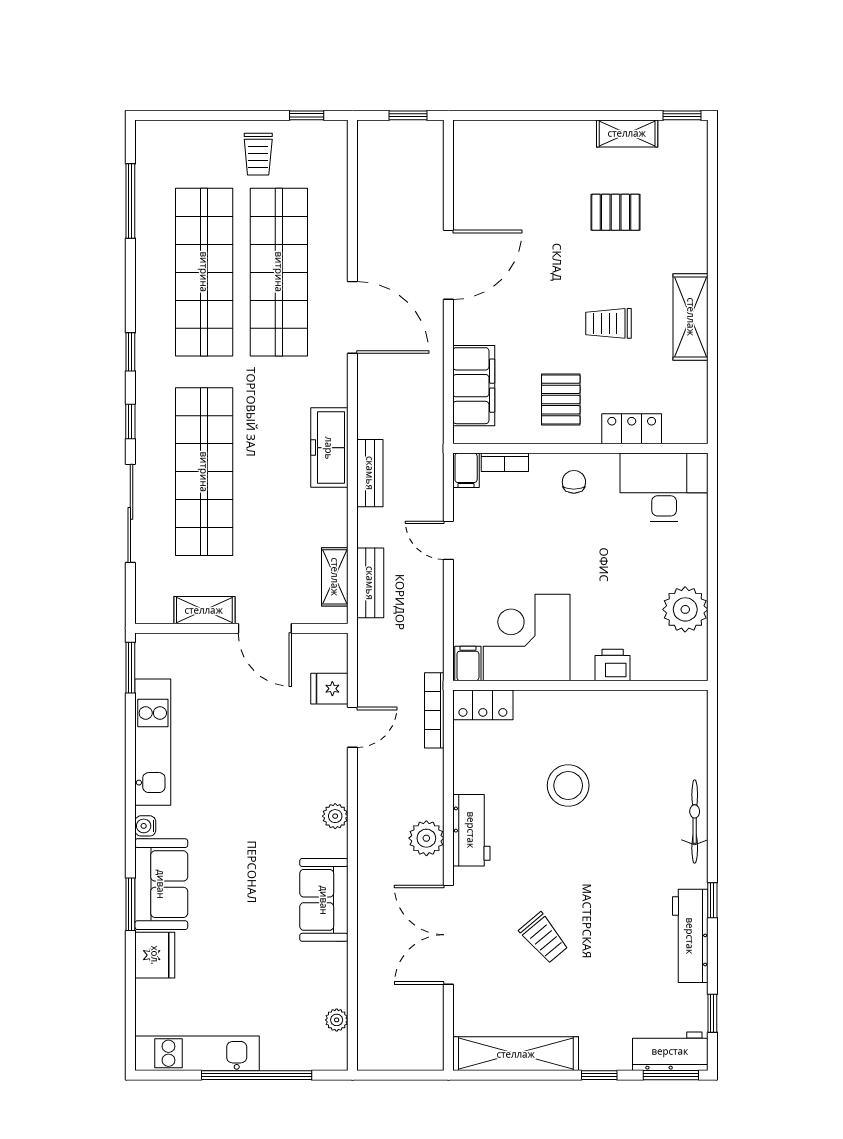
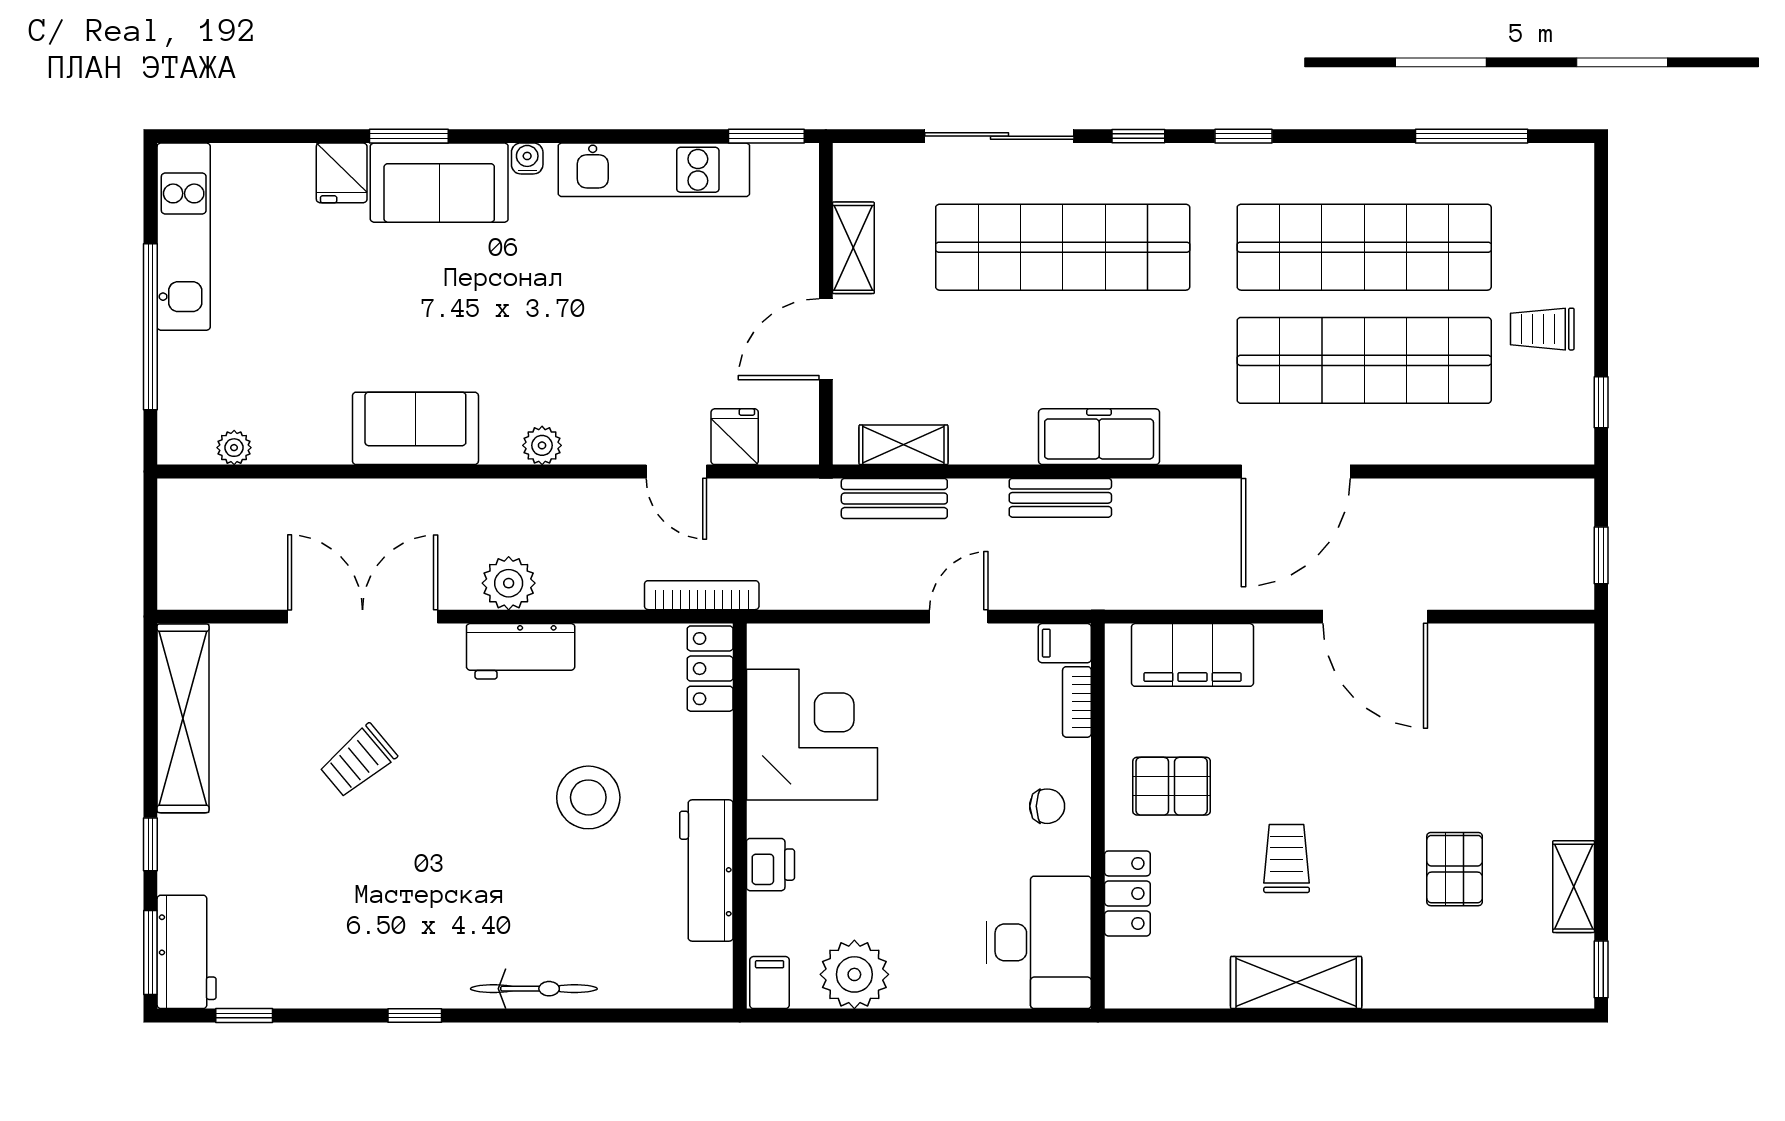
filing cabinet: (468, 663) -> (770, 983), moved, turned -90
workbench: (690, 936) -> (706, 870), moved, turned -90
fridge: (155, 955) -> (342, 173), width x0.72

